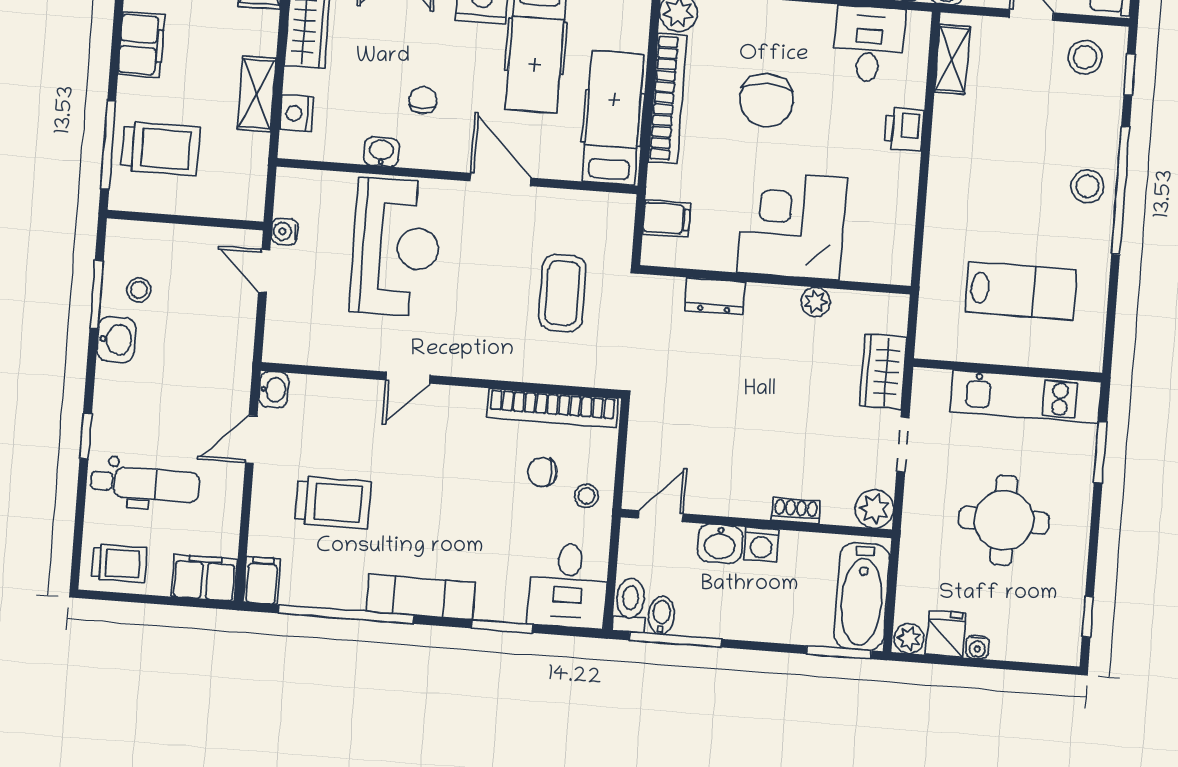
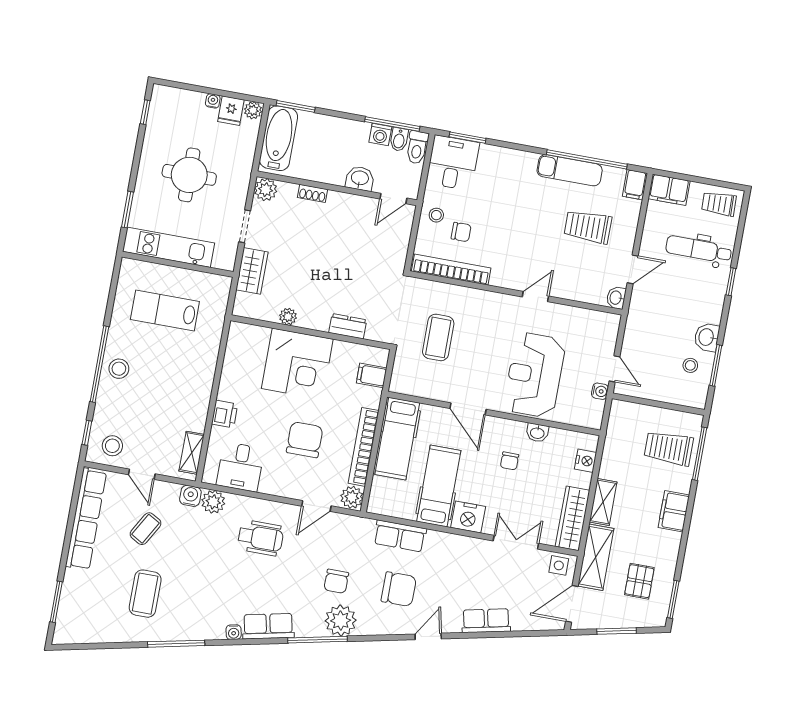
shelving: (257, 94) -> (603, 502), moved
washing machine: (761, 545) -> (380, 134), moved, turned 180
exam couch: (421, 597) -> (570, 170), moved
window: (502, 626) -> (468, 138), moved

